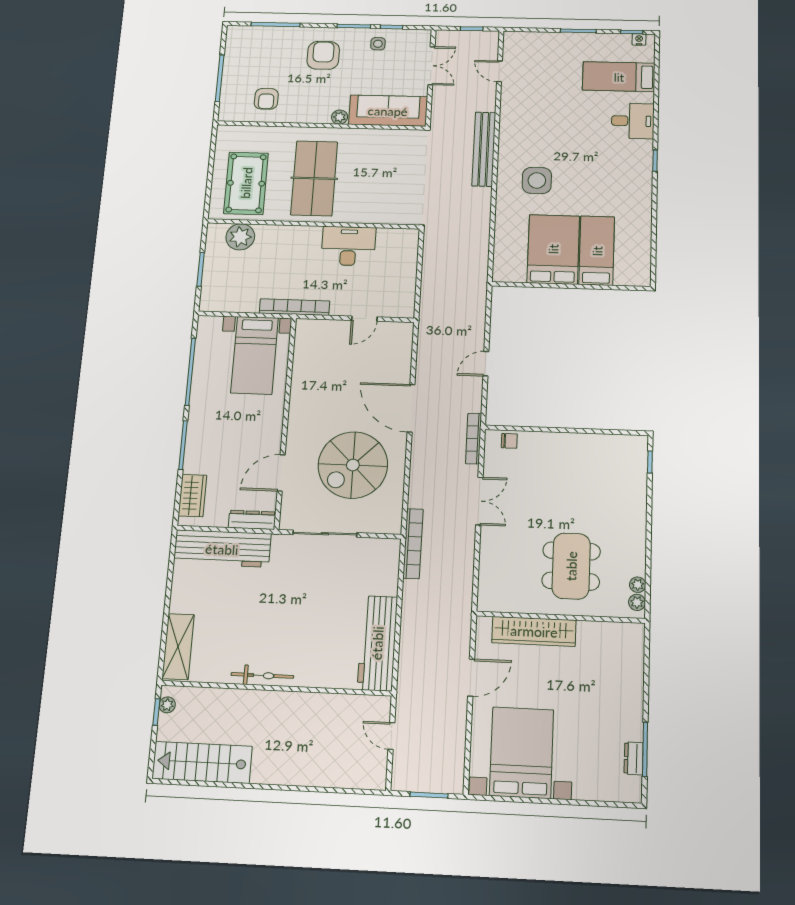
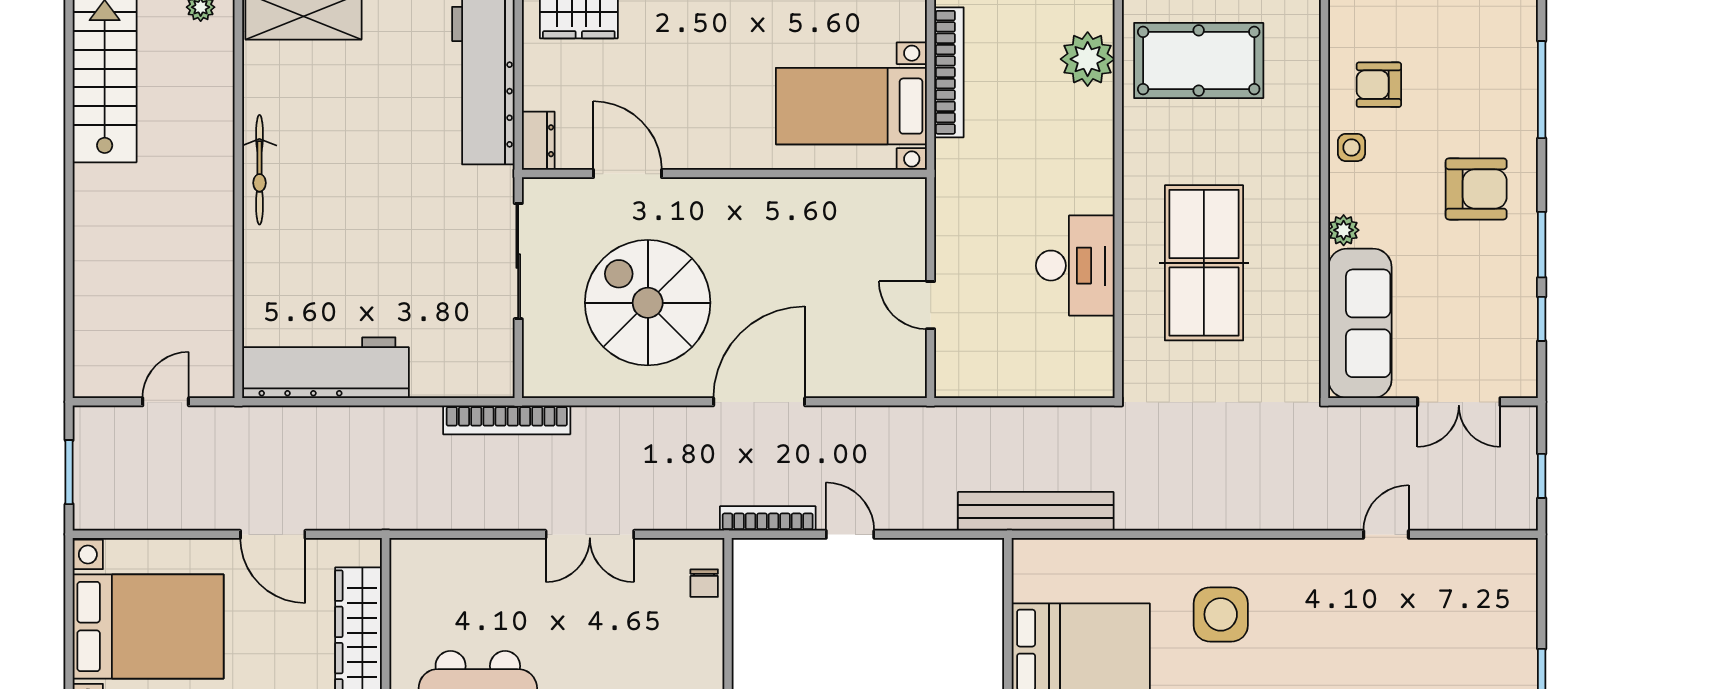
side table: (378, 44) -> (1351, 147), moved
door: (500, 71) -> (1386, 534), moved
bench: (484, 149) -> (1036, 511), moved
table tennis table: (314, 178) -> (1204, 263), moved, turned 90
bookcase: (294, 307) -> (949, 72), moved
bookcase: (474, 439) -> (768, 518), moved
dresser: (252, 520) -> (538, 141), width x0.70

